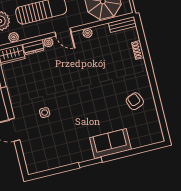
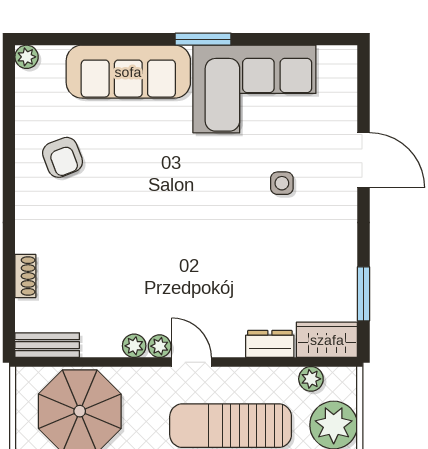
plant: (48, 42) -> (160, 346), moved
plant: (159, 138) -> (27, 57), added
sofa: (110, 144) -> (128, 72), width x1.36
corner sofa: (65, 147) -> (254, 89), added

